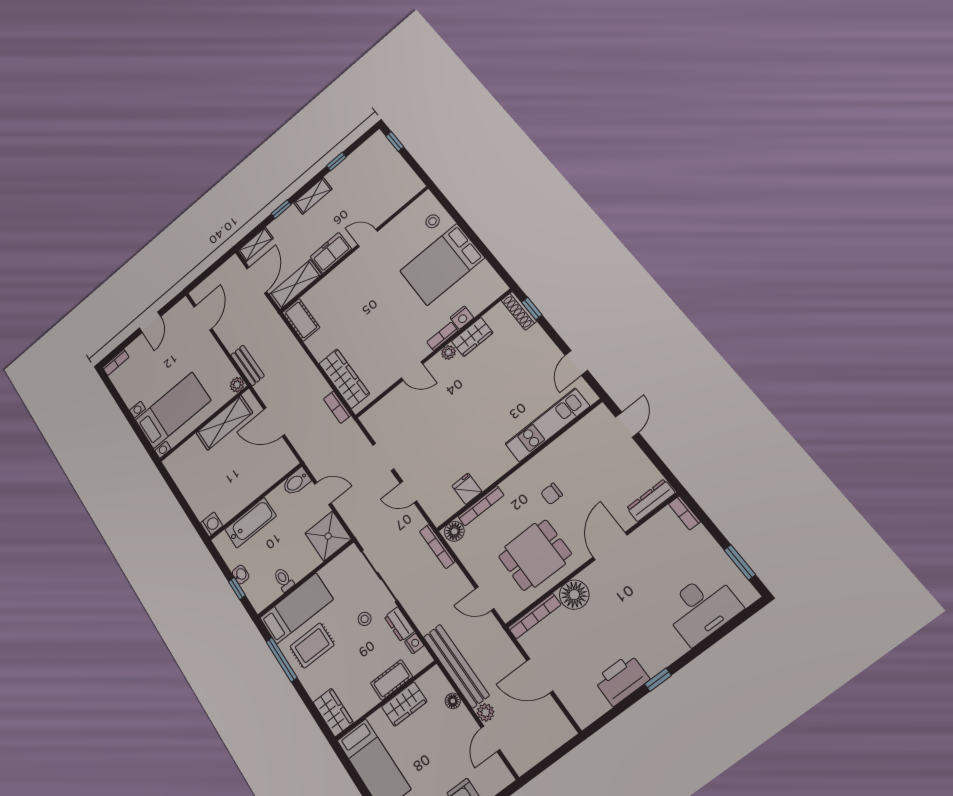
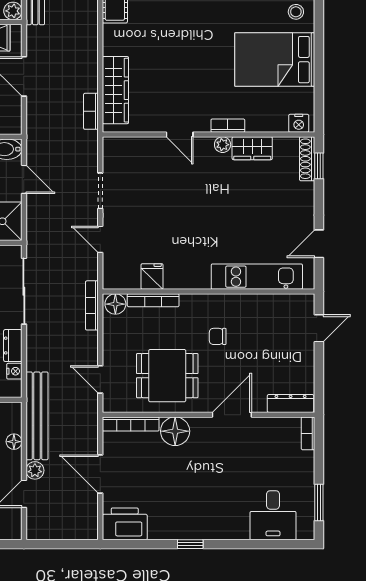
nightstand: (462, 318) -> (299, 123), moved
desk: (702, 608) -> (273, 515), width x0.73
printer: (622, 680) -> (125, 524), moved

